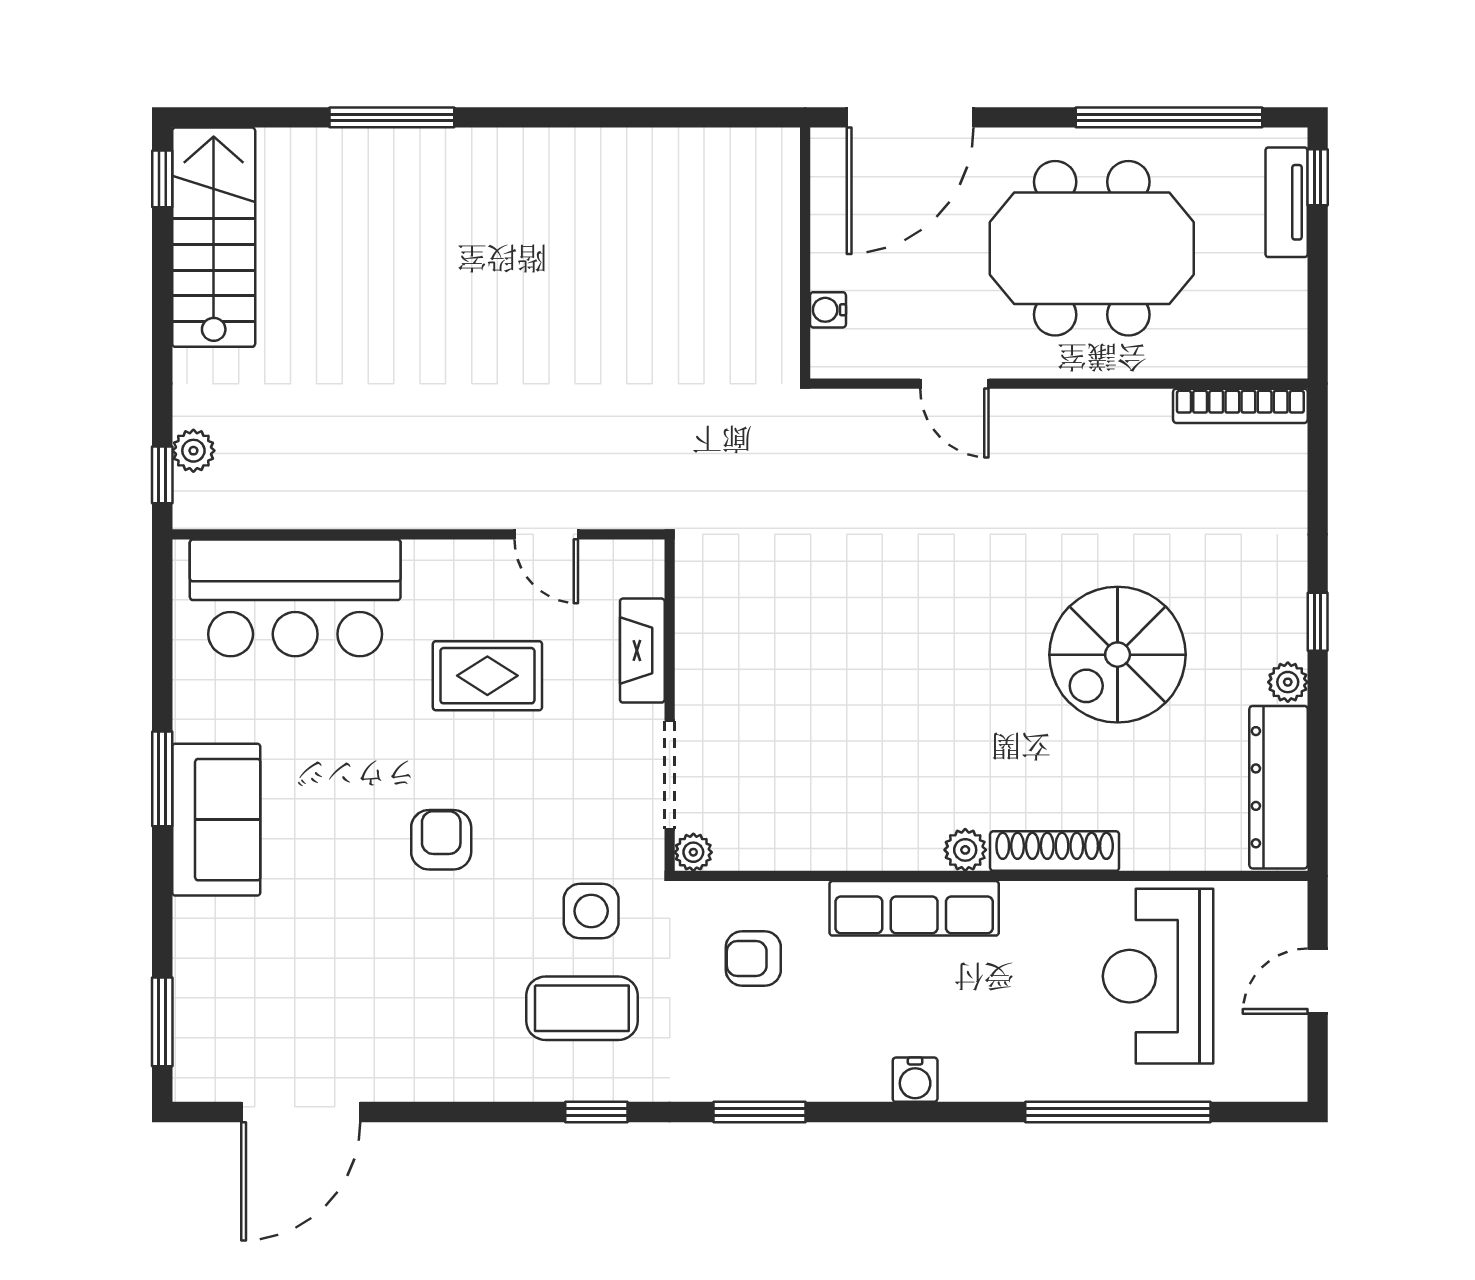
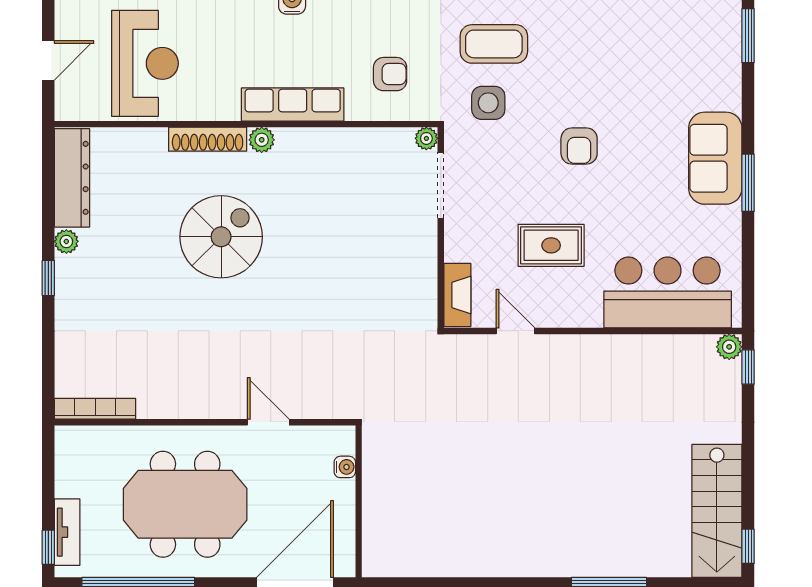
plant: (193, 451) -> (729, 347), moved
fireplace: (642, 651) -> (457, 295), moved
spiral stairs: (1118, 655) -> (221, 237), moved

